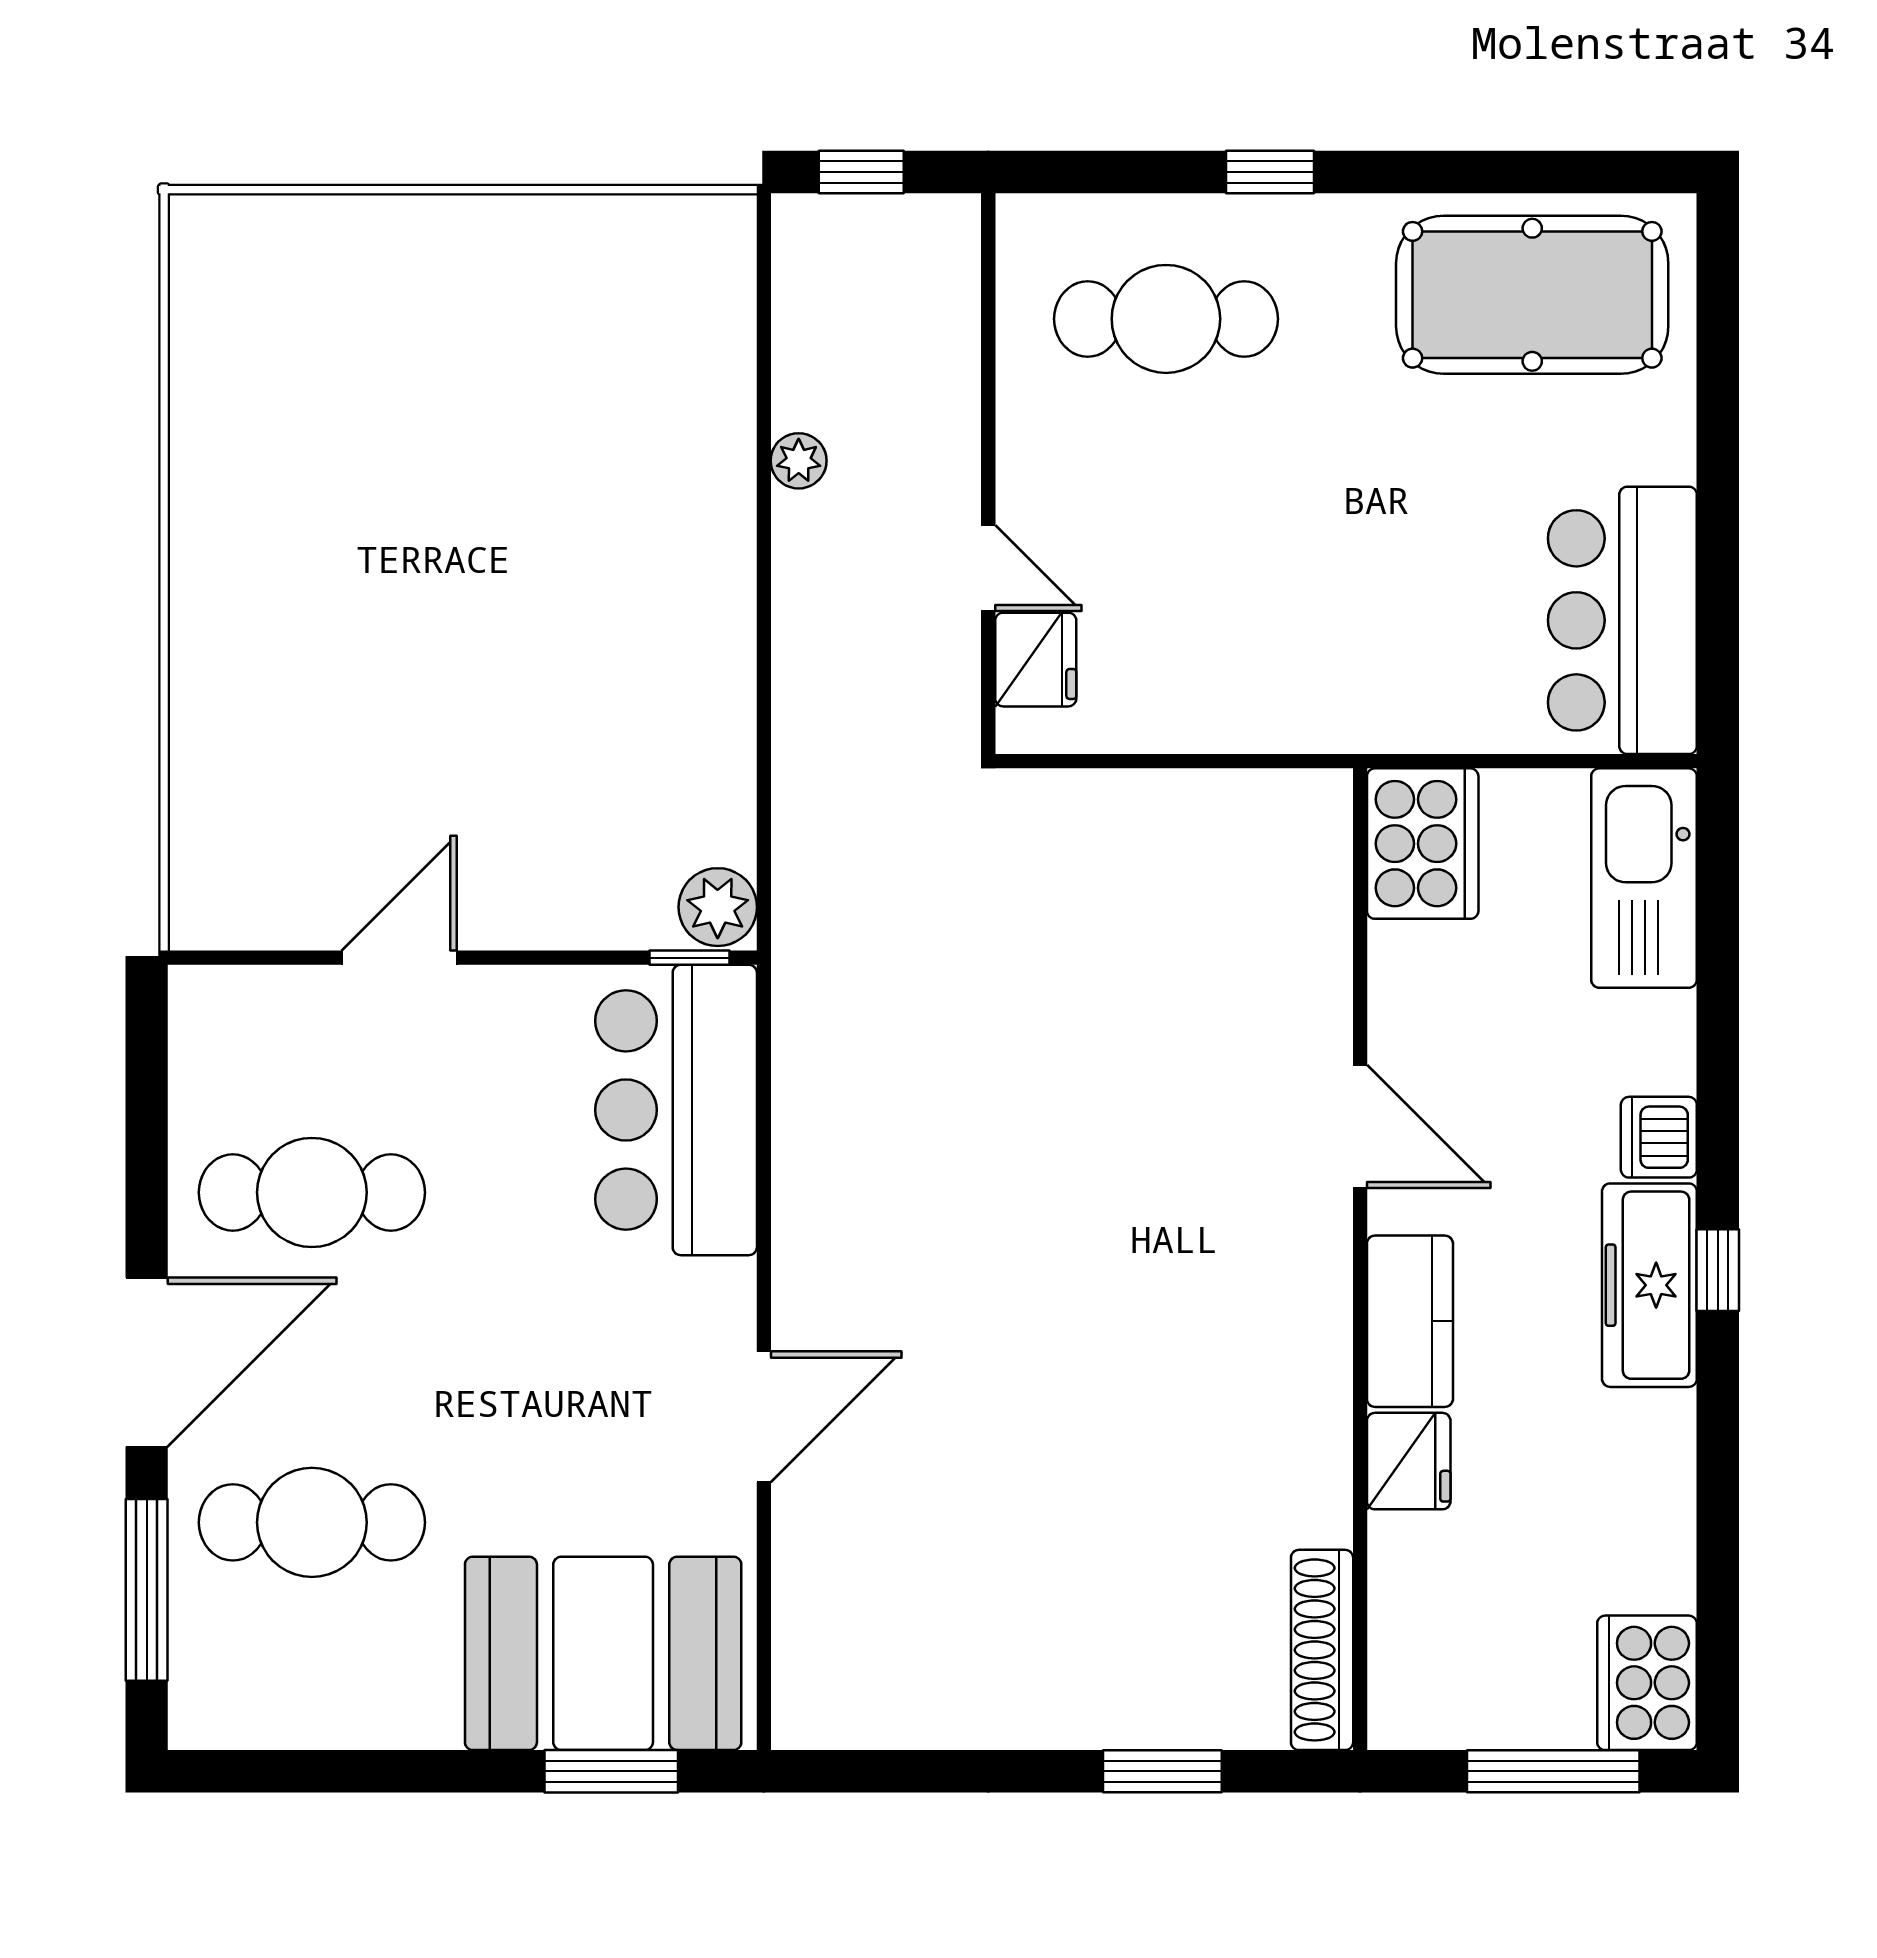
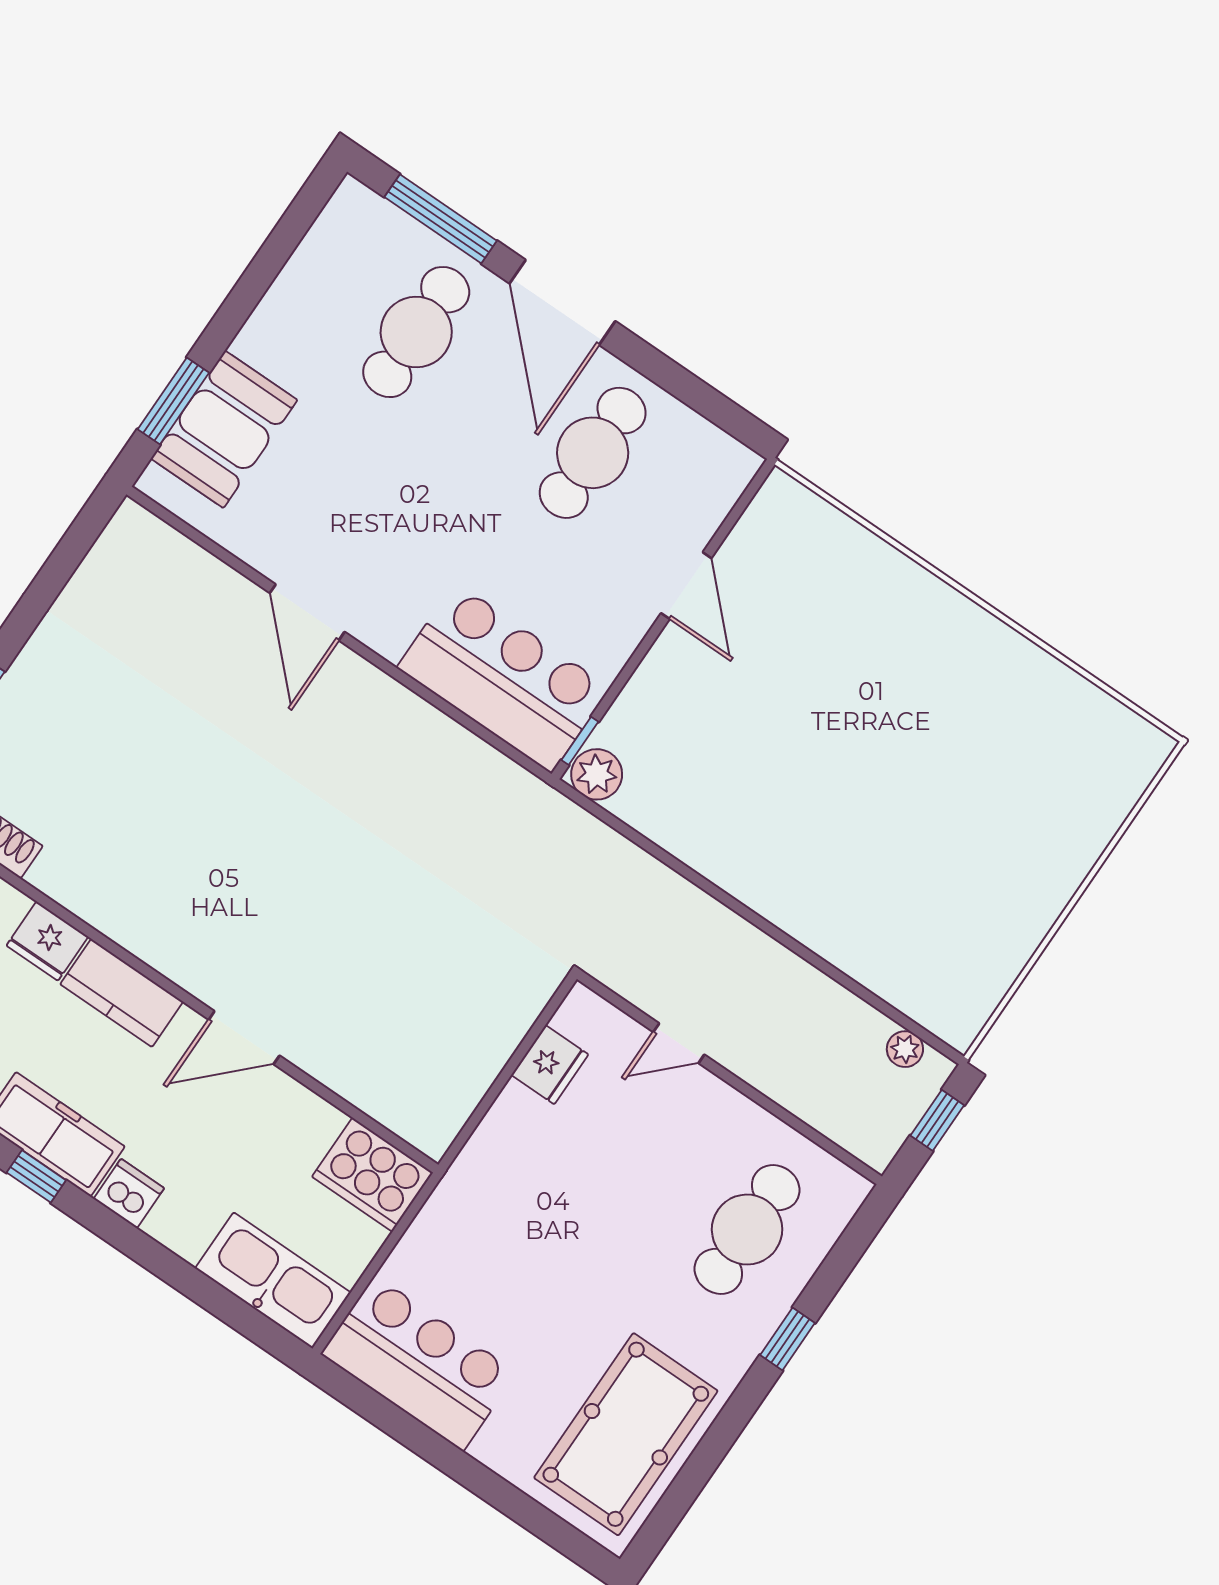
plant: (799, 461) -> (905, 1049), moved
fridge: (1036, 660) -> (550, 1065), moved, turned -90
booth: (603, 1653) -> (224, 429), width x0.73, depth x0.70

